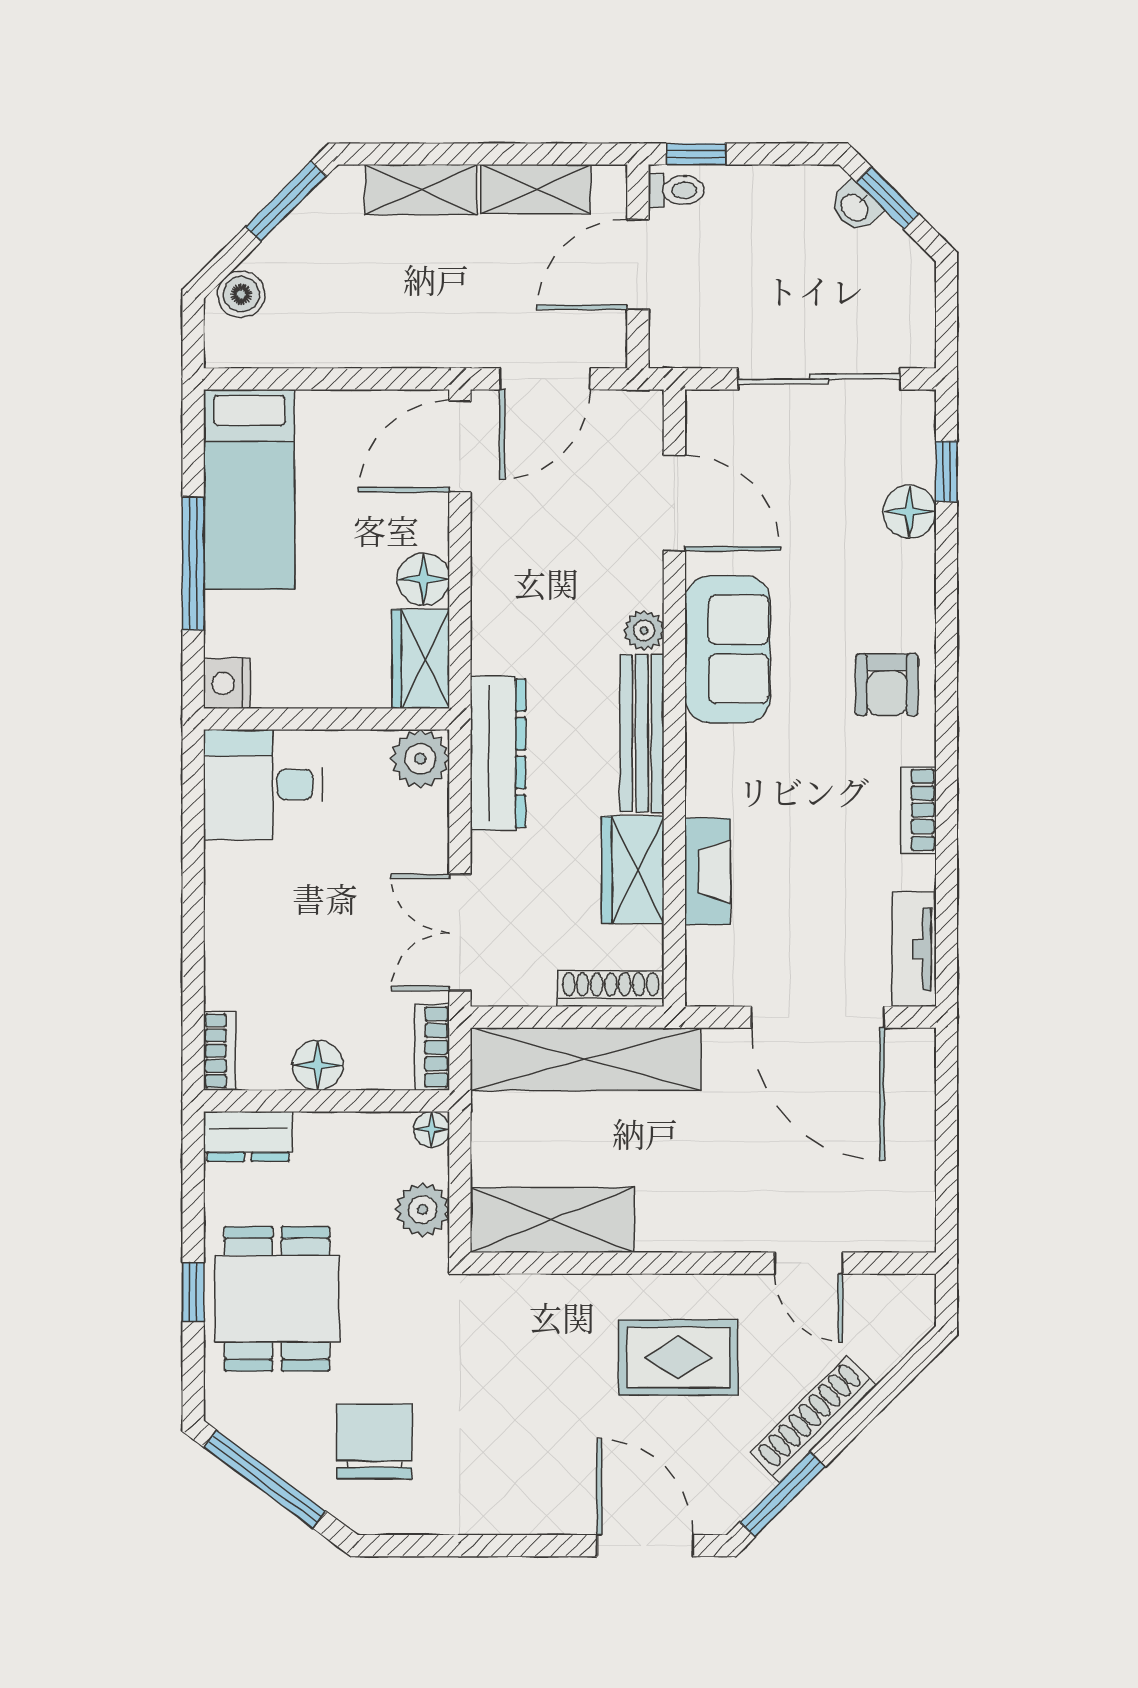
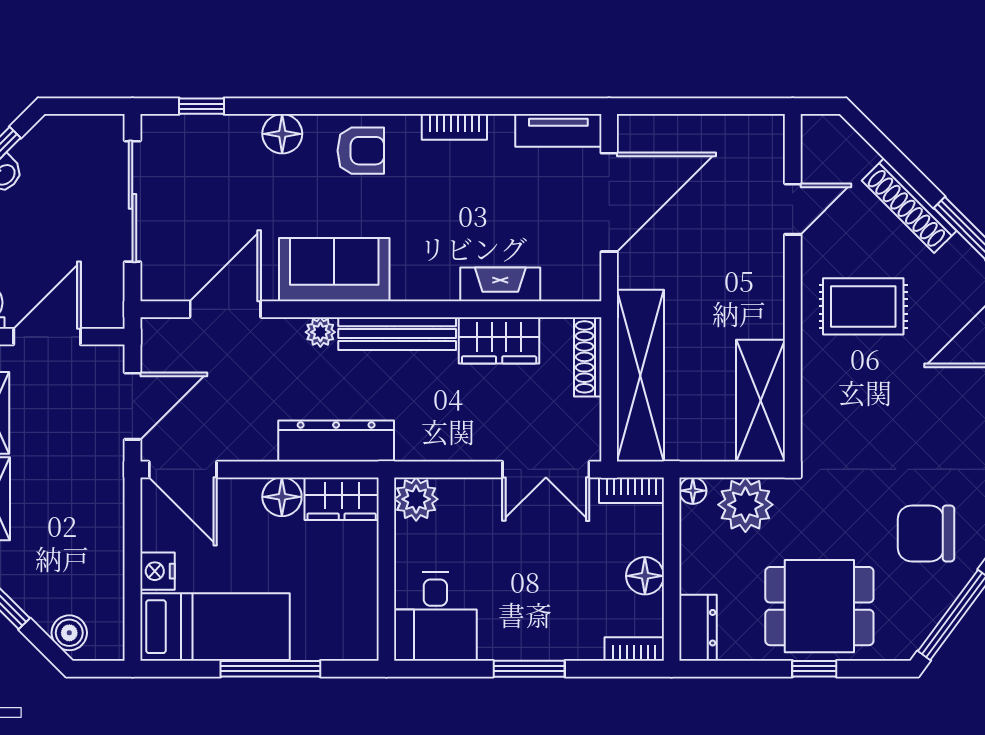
door: (638, 265) -> (47, 337), swing flipped
door: (545, 379) -> (132, 406), hinge flipped
floor lamp: (909, 512) -> (282, 134), moved
nightstand: (227, 683) -> (158, 571), moved, turned 90
dresser: (498, 753) -> (336, 441), moved
window: (193, 910) -> (529, 669), added
plant: (423, 1210) -> (745, 505), width x1.36, depth x1.36
rug: (678, 1358) -> (863, 306), turned 90

